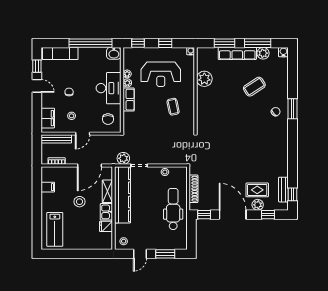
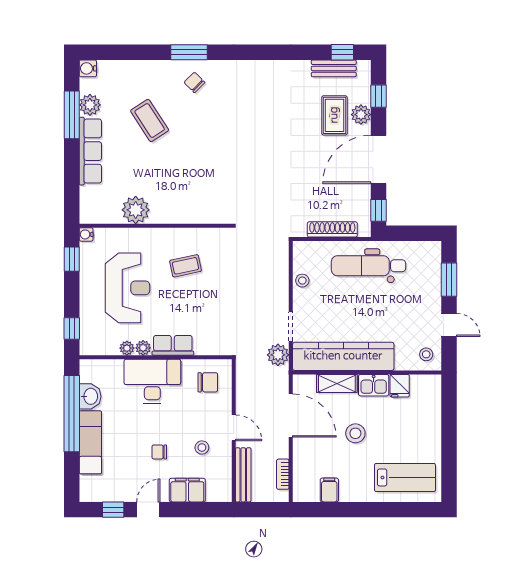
window: (165, 43) -> (72, 259), moved
window: (224, 43) -> (72, 174), removed
exam couch: (60, 53) -> (90, 442), moved
washbasin: (114, 53) -> (90, 396), moved
filing cabinet: (48, 118) -> (187, 490), moved

